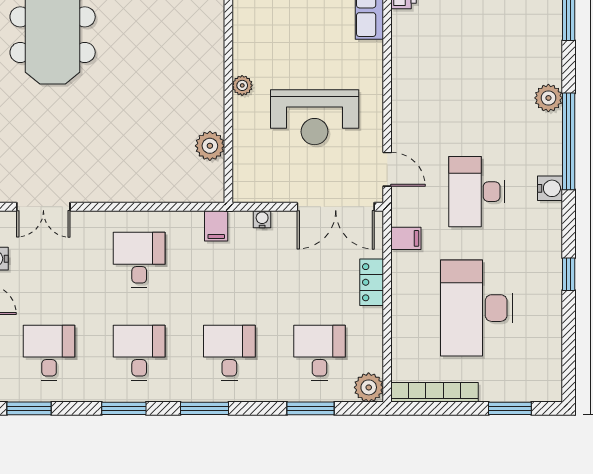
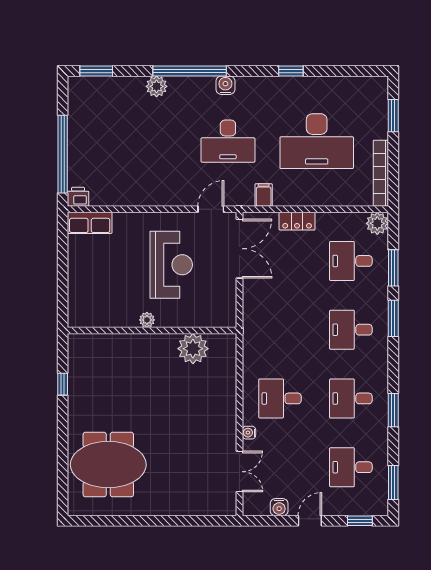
plant: (210, 146) -> (193, 349), width x1.36, depth x1.36
water cooler: (262, 219) -> (249, 433), moved
filing cabinet: (216, 226) -> (254, 340), removed
window: (204, 408) -> (393, 318), moved

